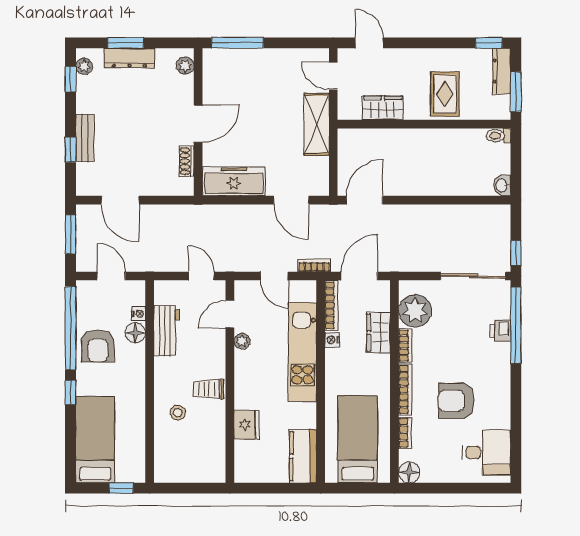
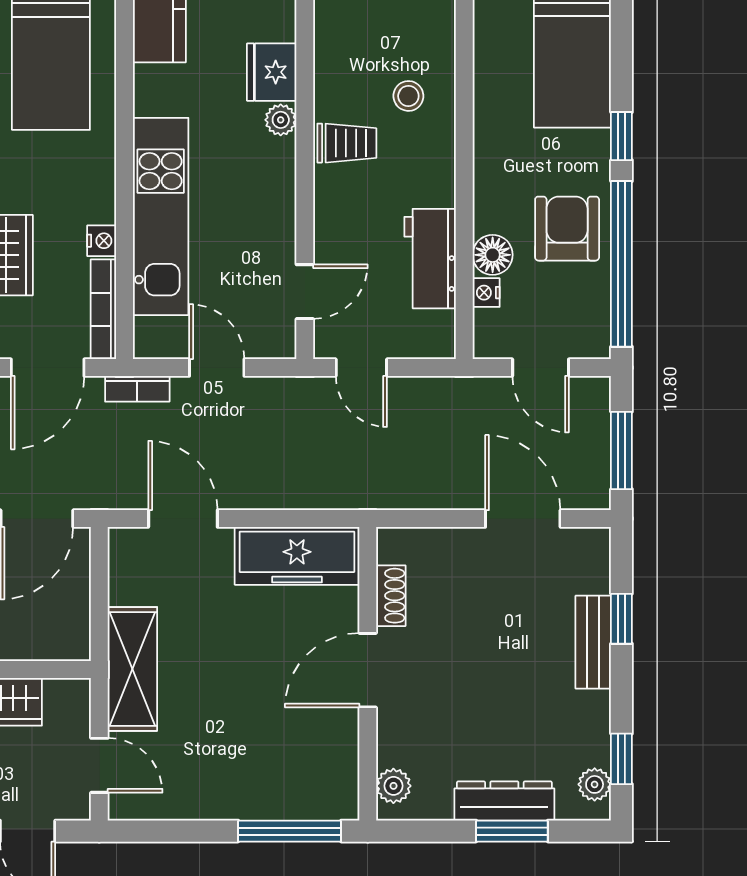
plant: (242, 341) -> (281, 120), moved

